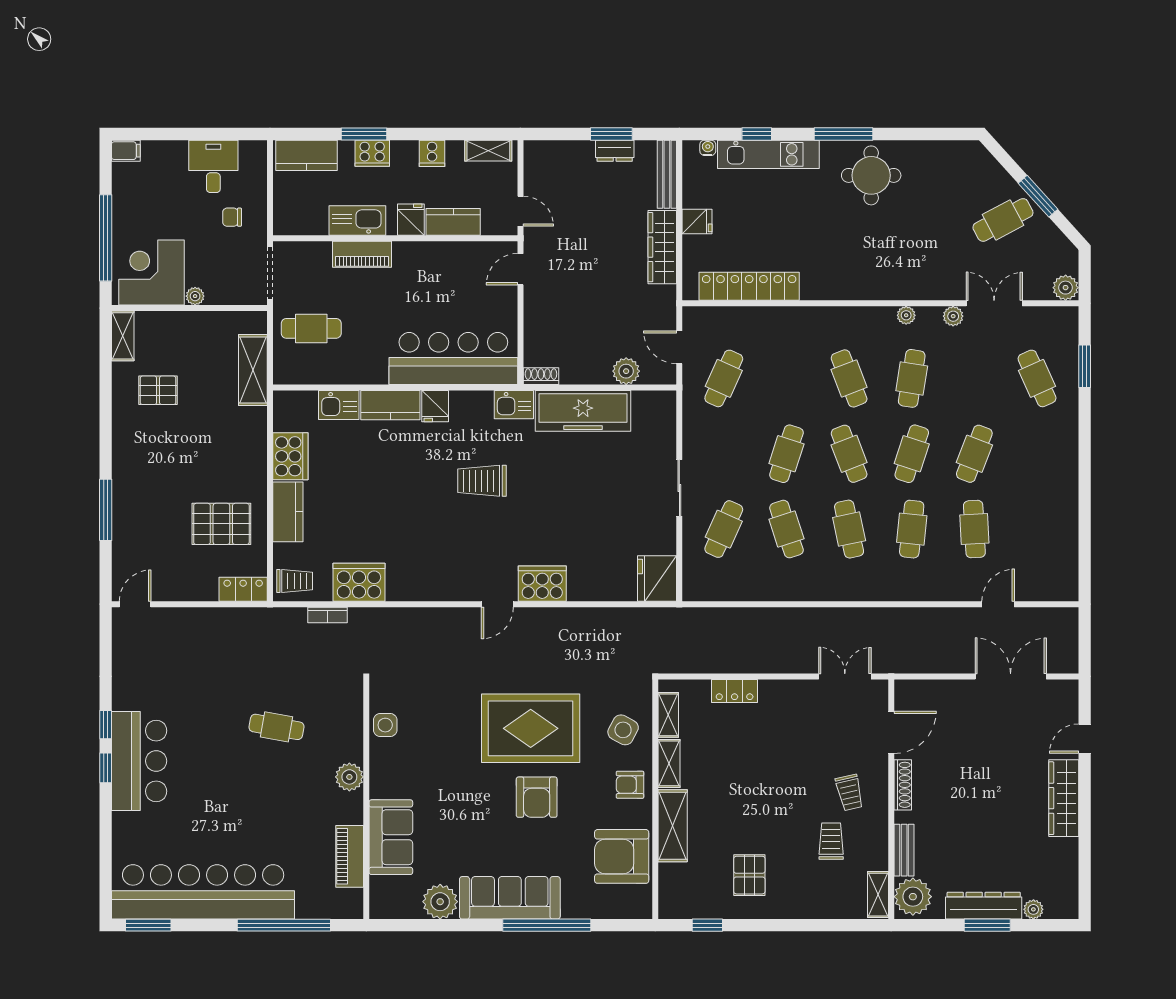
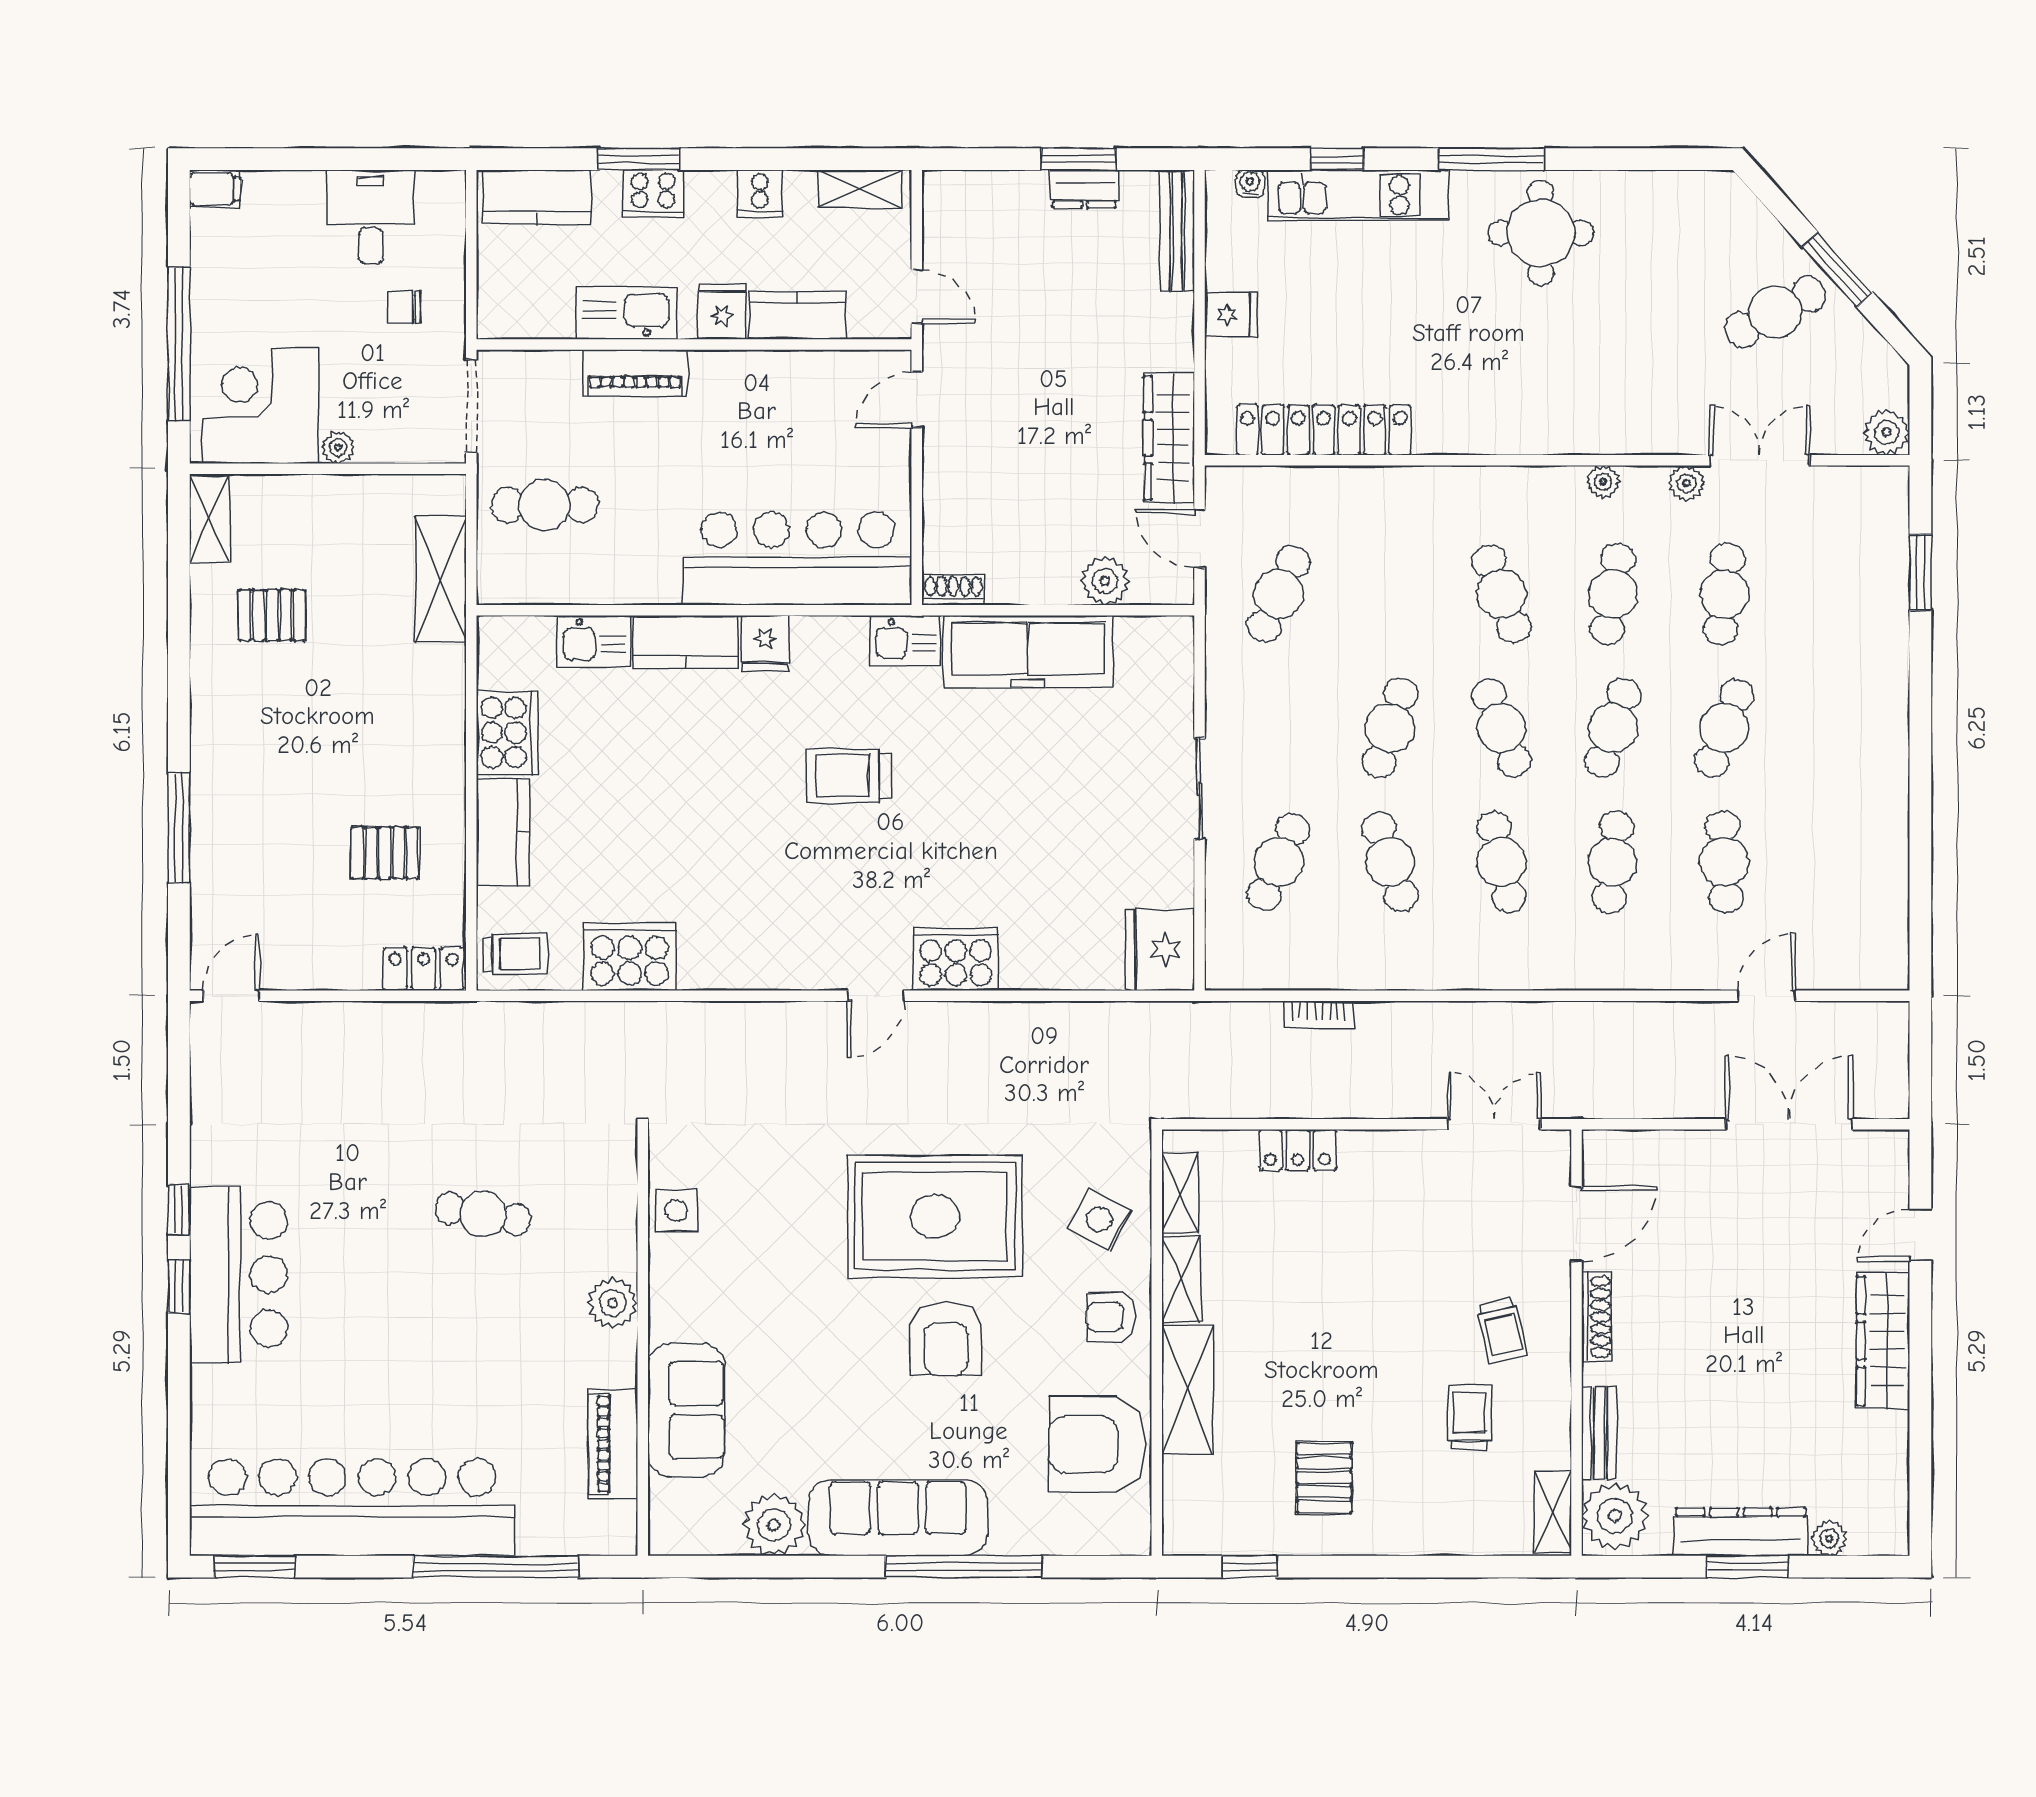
wardrobe: (662, 247) -> (1169, 438), moved
cafe table: (1037, 378) -> (1724, 594), moved, turned 30
pallet: (221, 524) -> (385, 853), width x0.67, depth x0.71
bookcase: (327, 615) -> (1318, 1015), moved

